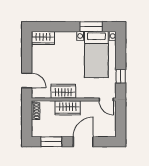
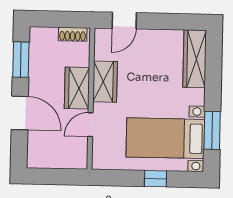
wardrobe: (43, 38) -> (195, 59), width x1.50
window: (121, 76) -> (156, 179), moved
door: (106, 99) -> (90, 125), moved

